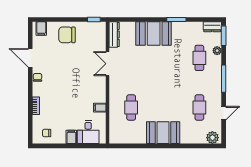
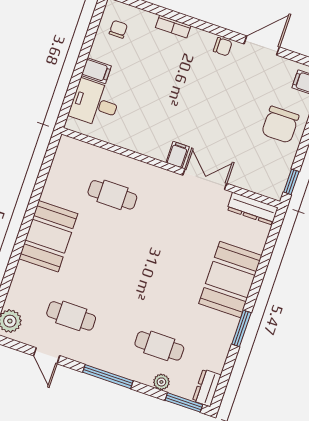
chair: (67, 35) -> (280, 125), turned 180
filing cabinet: (100, 108) -> (178, 155), moved

